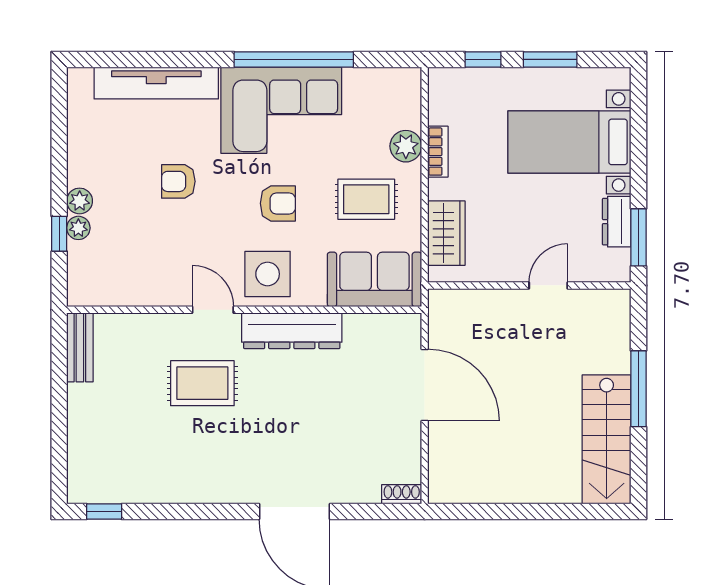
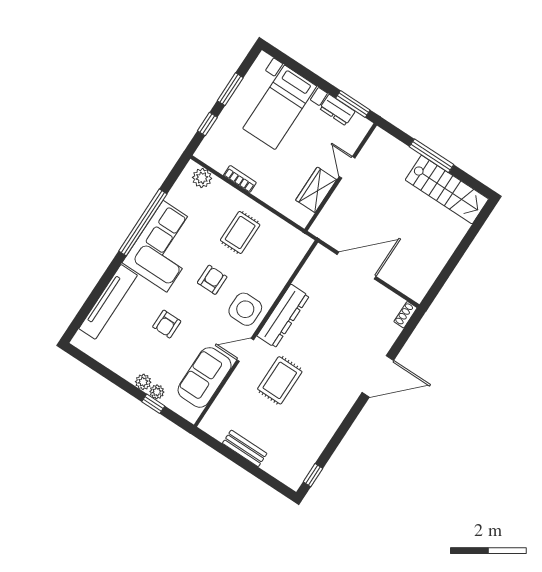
plant: (406, 146) -> (202, 178), moved
wardrobe: (446, 233) -> (316, 190), moved, turned -90
sofa: (374, 279) -> (205, 377), moved
bench: (80, 347) -> (245, 448), moved

